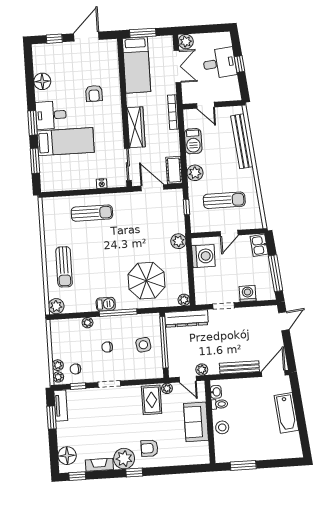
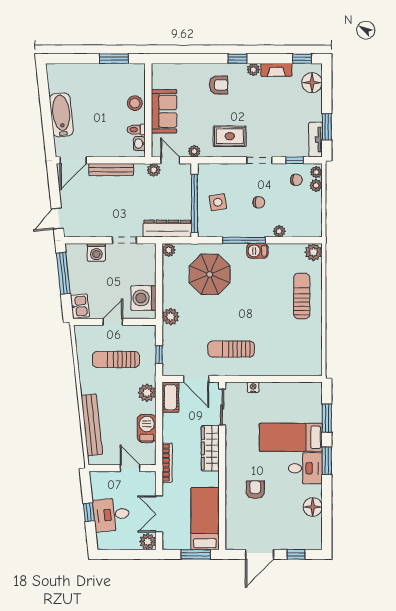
sun lounger: (92, 213) -> (231, 349), moved
rug: (152, 400) -> (230, 136), moved, turned 90
plant: (124, 459) -> (253, 70), width x0.53, depth x0.53

